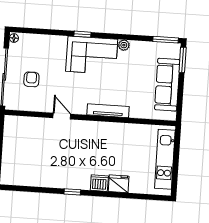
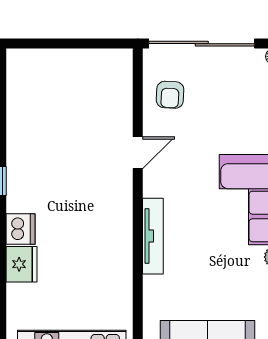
armchair: (31, 79) -> (170, 95), moved, turned 93

